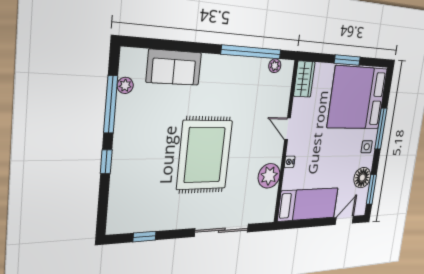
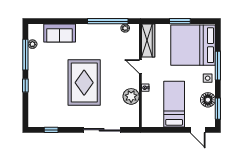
wardrobe: (304, 79) -> (148, 40), width x1.50
bed: (308, 204) -> (174, 104), moved, turned -90
door: (344, 220) -> (198, 130), swing flipped

